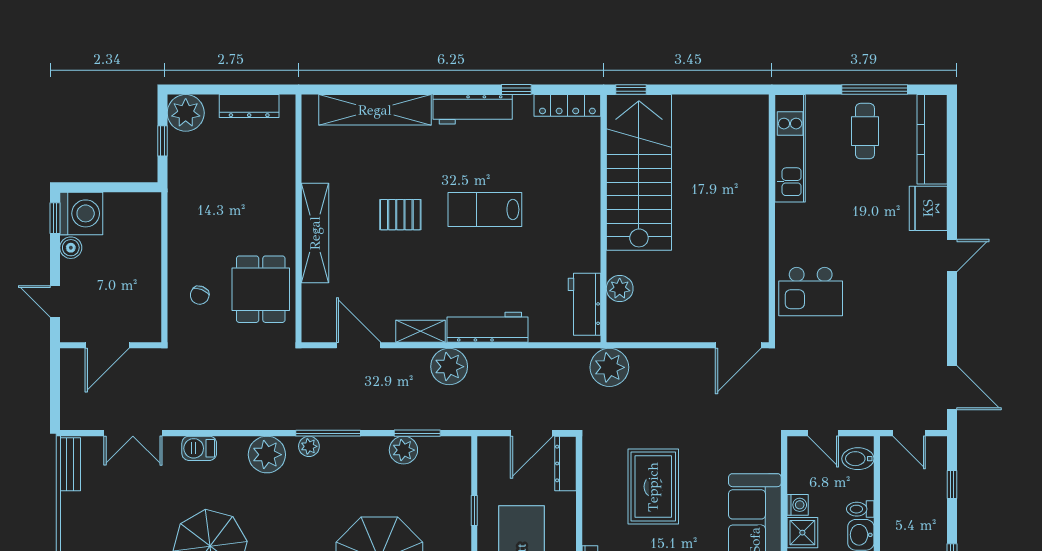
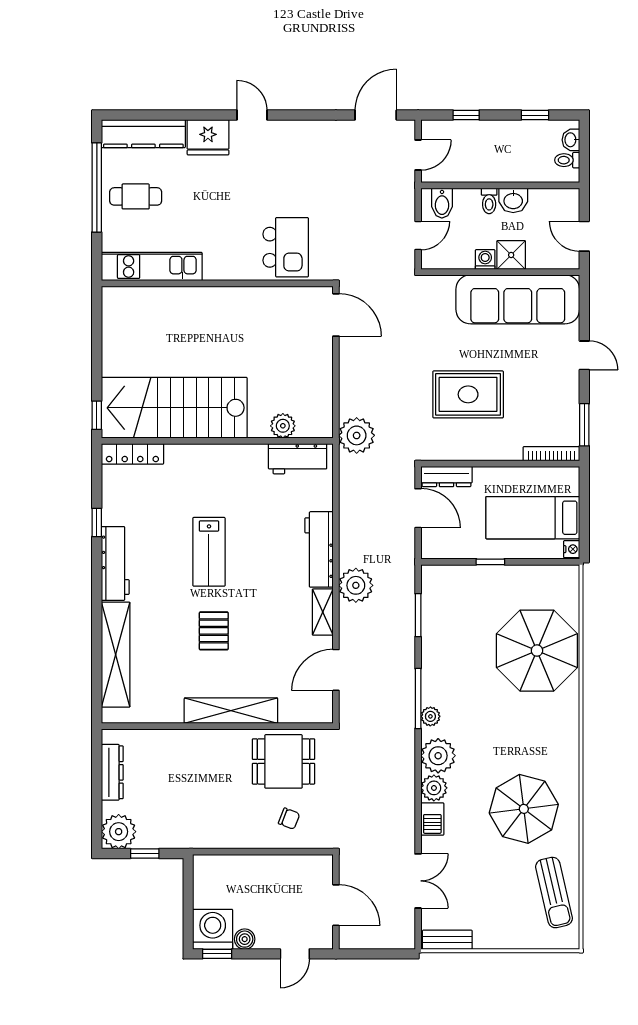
window: (875, 90) -> (97, 187), width x1.46
locker: (567, 105) -> (132, 454), moved, turned 90
plant: (403, 450) -> (434, 788), moved

